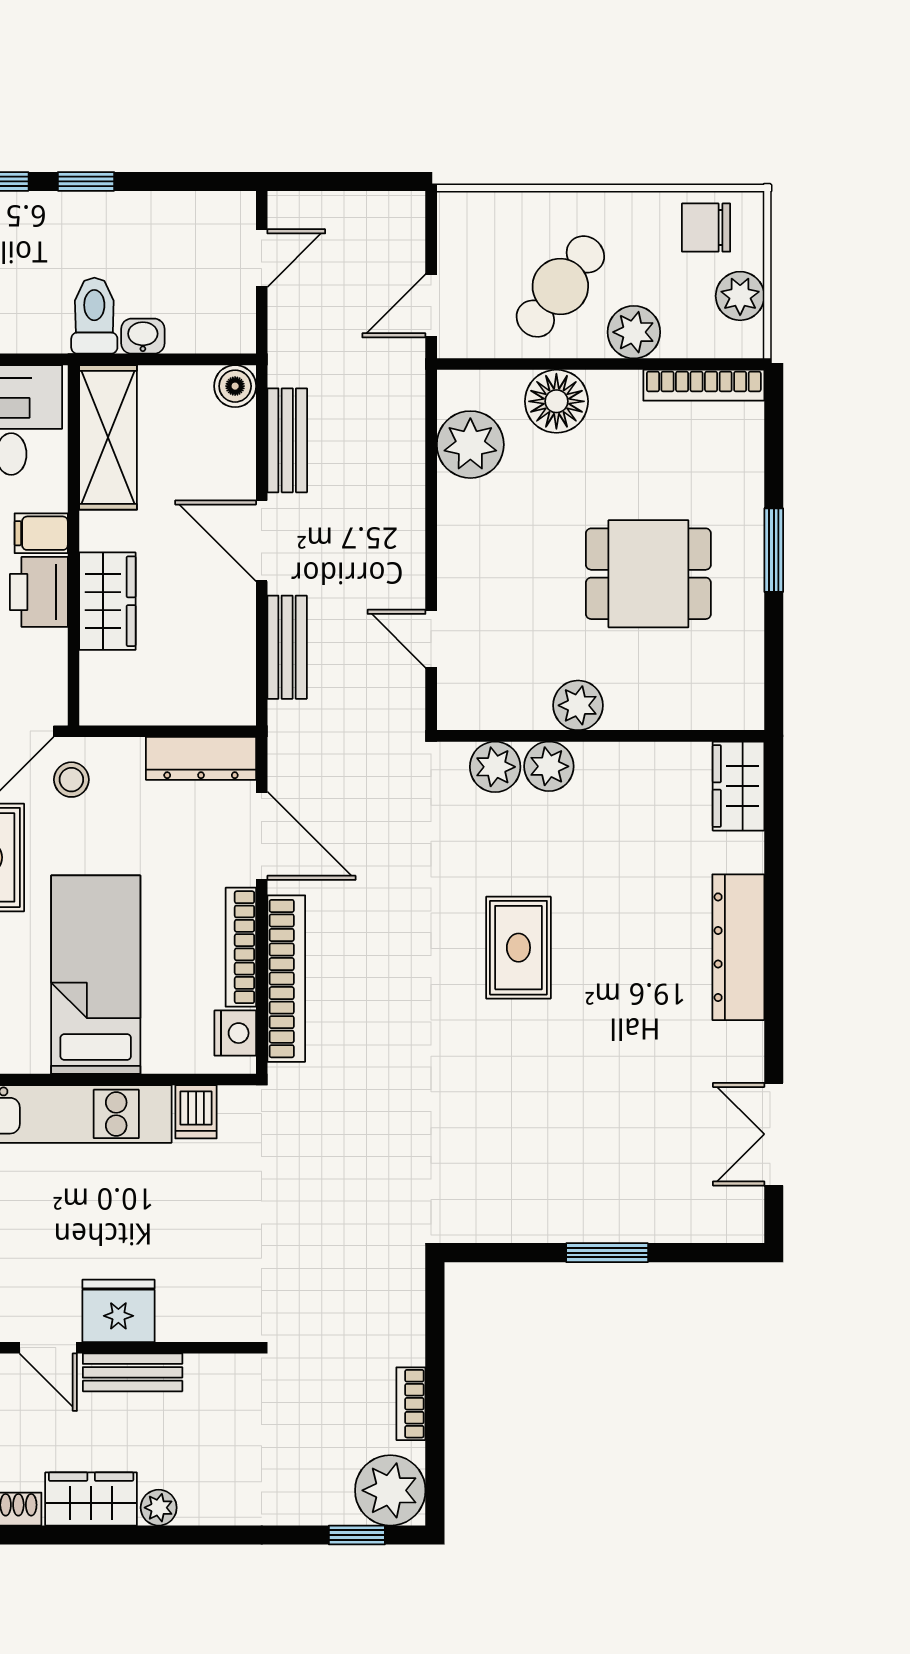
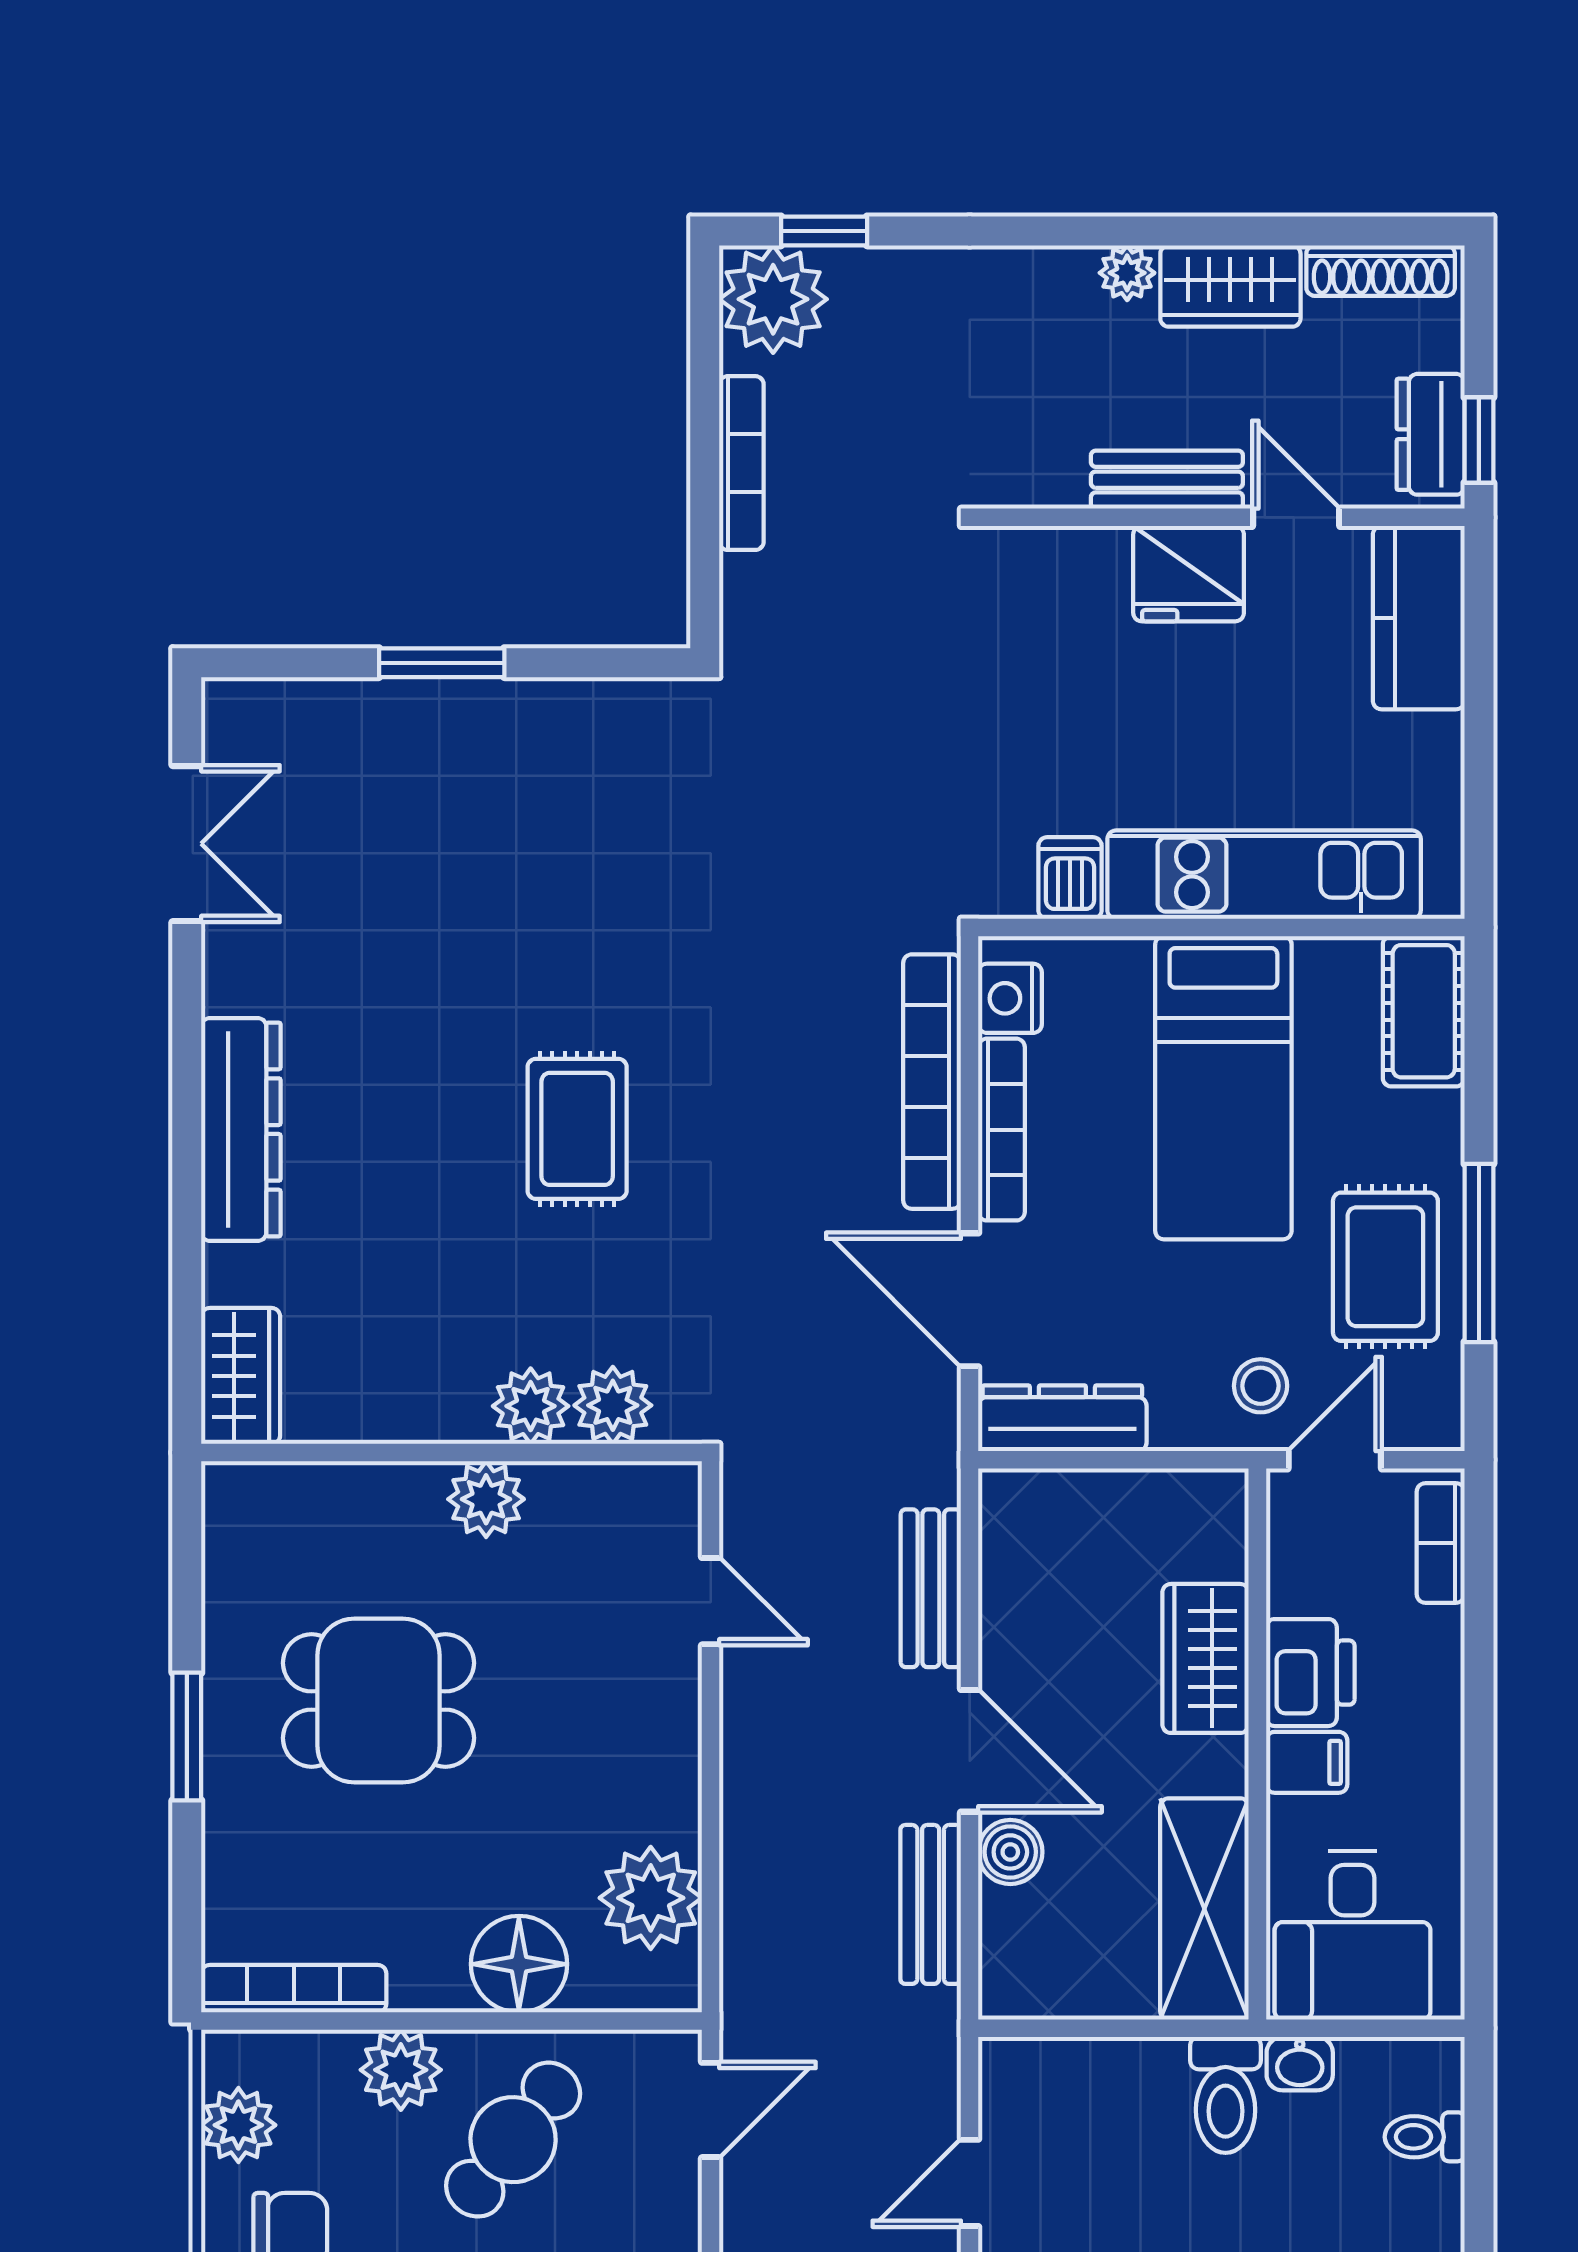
washbasin: (143, 336) -> (1300, 2064), moved
boiler: (235, 386) -> (1010, 1852), moved
bookcase: (411, 1404) -> (741, 463), width x1.56

